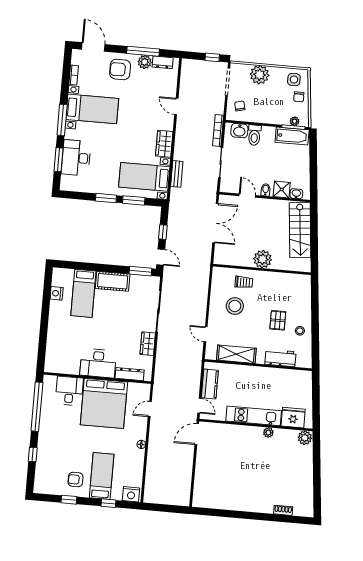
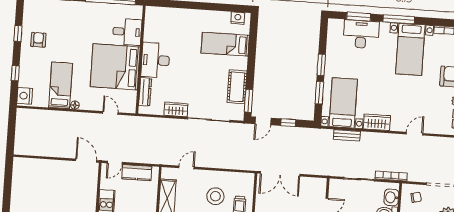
double door: (215, 223) -> (280, 174), moved
cot: (113, 281) -> (237, 87), moved
nightstand: (57, 293) -> (238, 18), moved
bed: (102, 476) -> (61, 85), moved, turned -90

